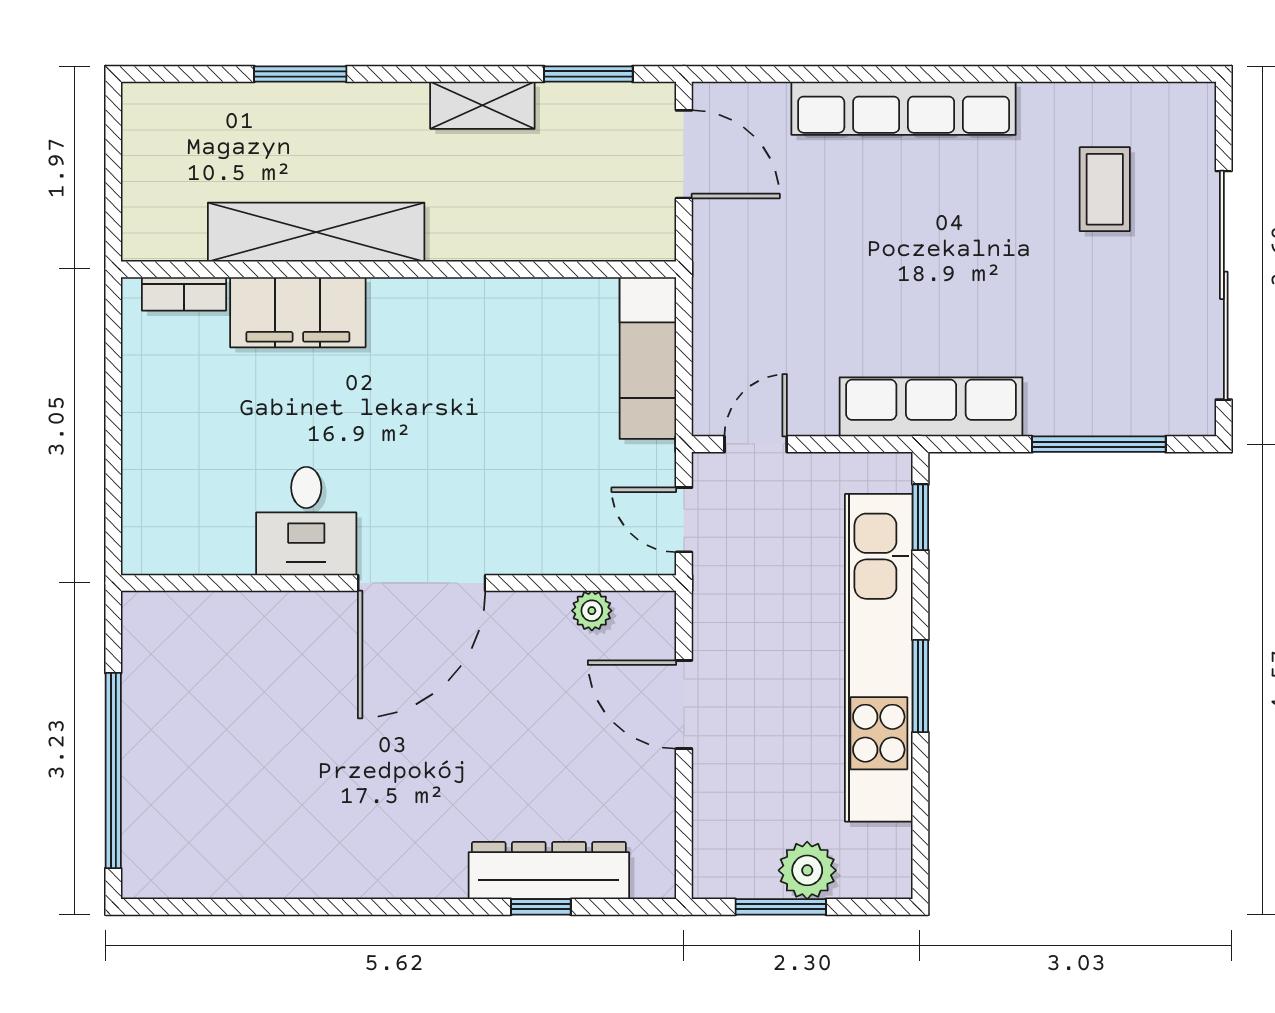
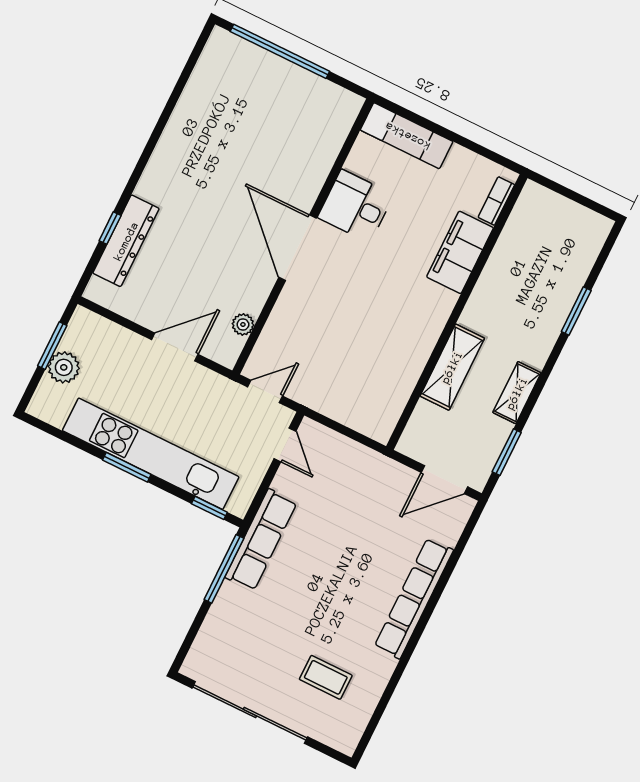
shelving: (316, 232) -> (452, 367), moved, width x0.68
exam couch: (648, 358) -> (407, 136), moved, turned 180
window: (1099, 444) -> (224, 569), moved

